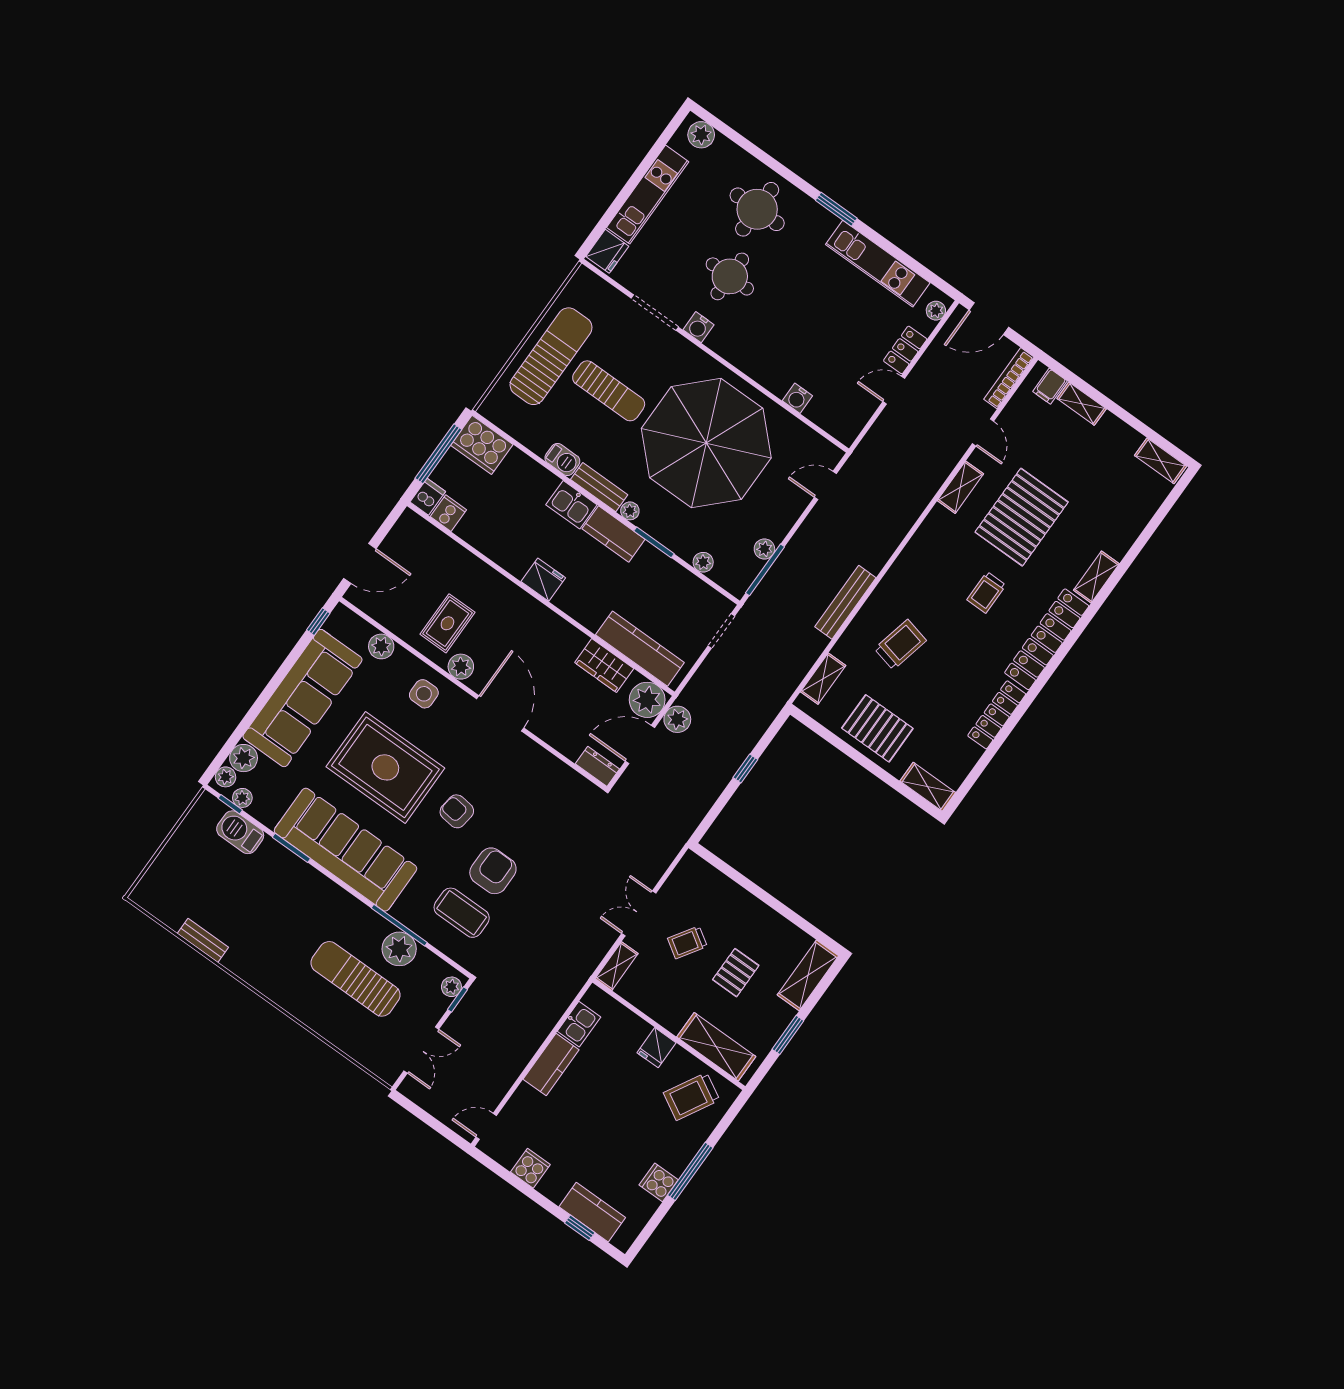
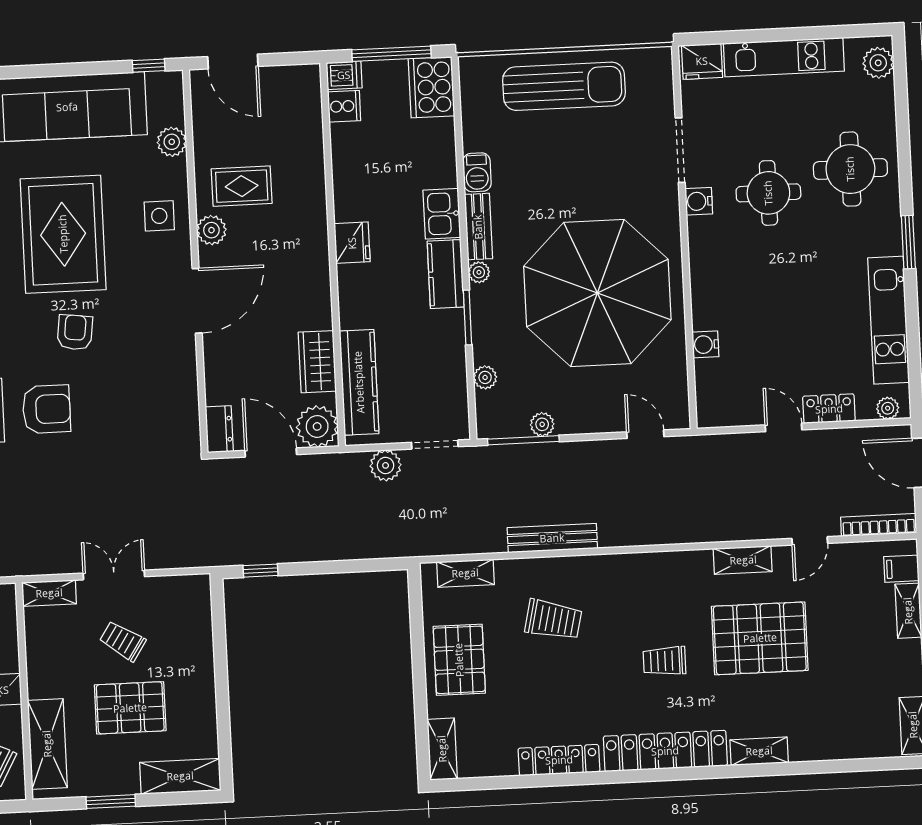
sun lounger: (609, 391) -> (574, 165), removed
plant: (677, 719) -> (386, 465), moved
window: (745, 769) -> (260, 571), moved
pallet: (736, 973) -> (130, 708), width x1.50, depth x1.42

